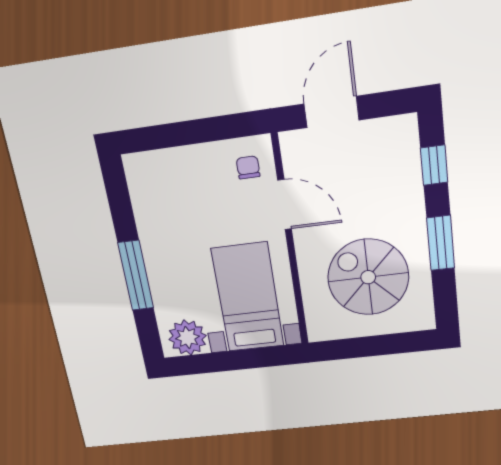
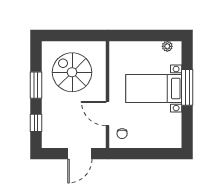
spiral stairs: (368, 277) -> (72, 72), turned 180
bed with nightstands: (248, 298) -> (154, 89), moved, turned 90
plant: (187, 338) -> (167, 46), width x0.53, depth x0.53

